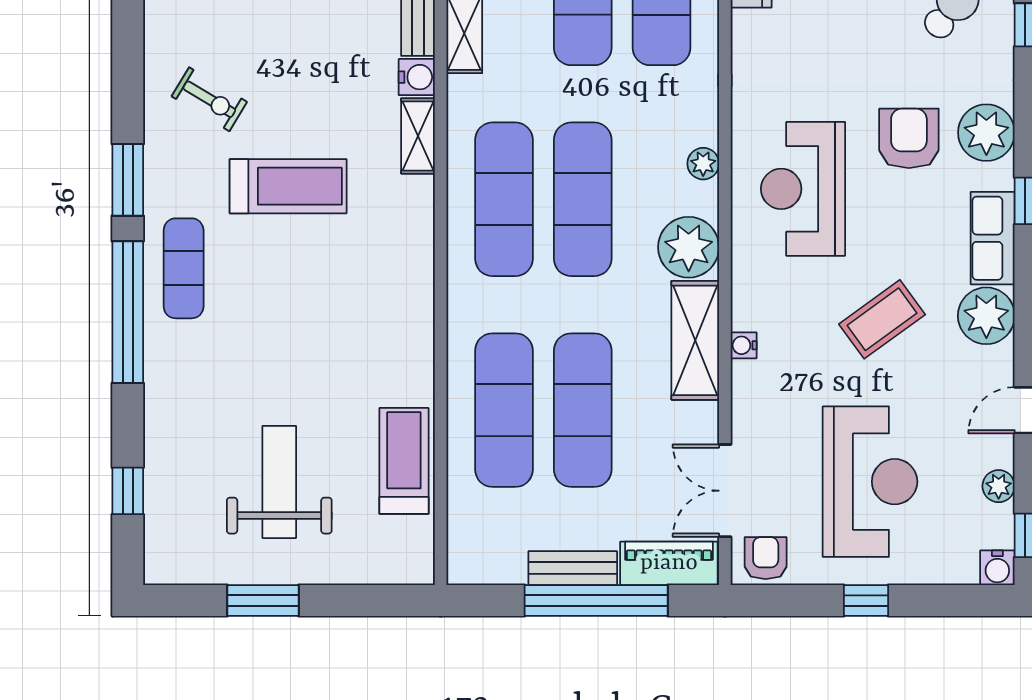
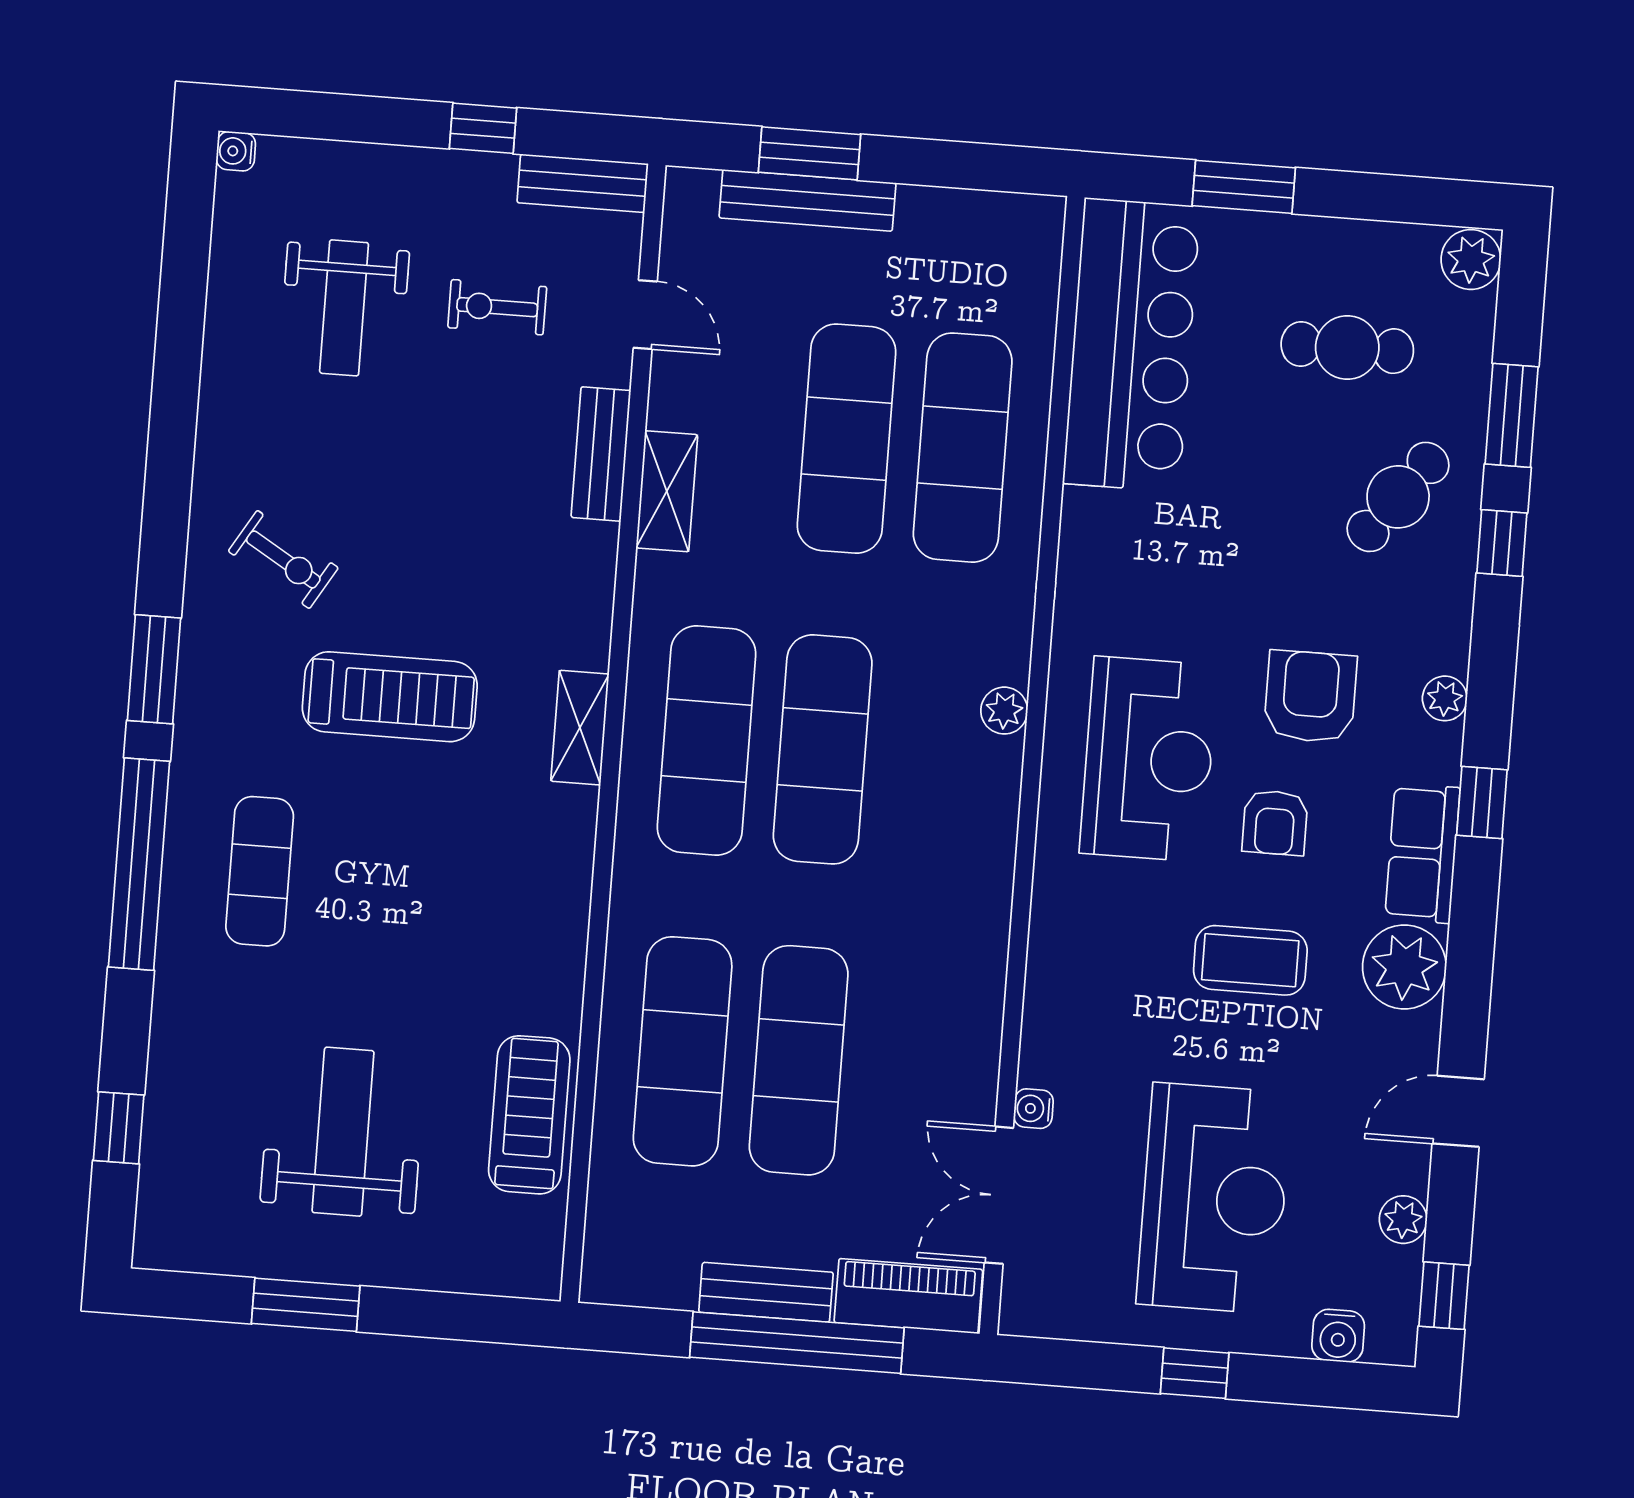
water cooler: (417, 77) -> (592, 550), removed
plant: (986, 133) -> (1445, 698), width x0.53, depth x0.53
shelving: (418, 136) -> (580, 728), moved
reception desk: (803, 189) -> (1149, 759), turned 180
plant: (689, 247) -> (973, 832), removed
exercise mat: (184, 268) -> (260, 871), moved
coffee table: (882, 319) -> (1250, 960), turned 36
shelving: (695, 340) -> (972, 970), removed
water cooler: (744, 345) -> (1033, 1109), moved
armchair: (766, 558) -> (1275, 823), moved, turned 180
water cooler: (997, 568) -> (1338, 1336), moved

